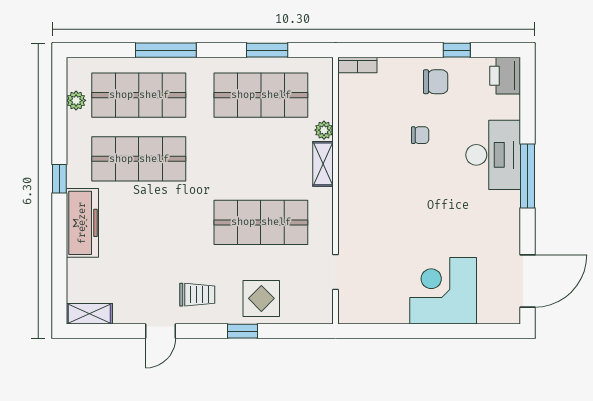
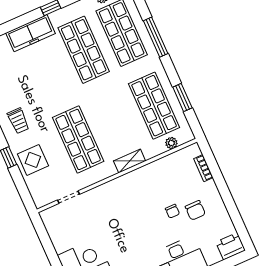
window: (457, 50) -> (233, 211), removed
bookcase: (357, 65) -> (203, 168), moved
chair: (436, 82) -> (195, 210), moved
plant: (324, 130) -> (171, 143), moved

